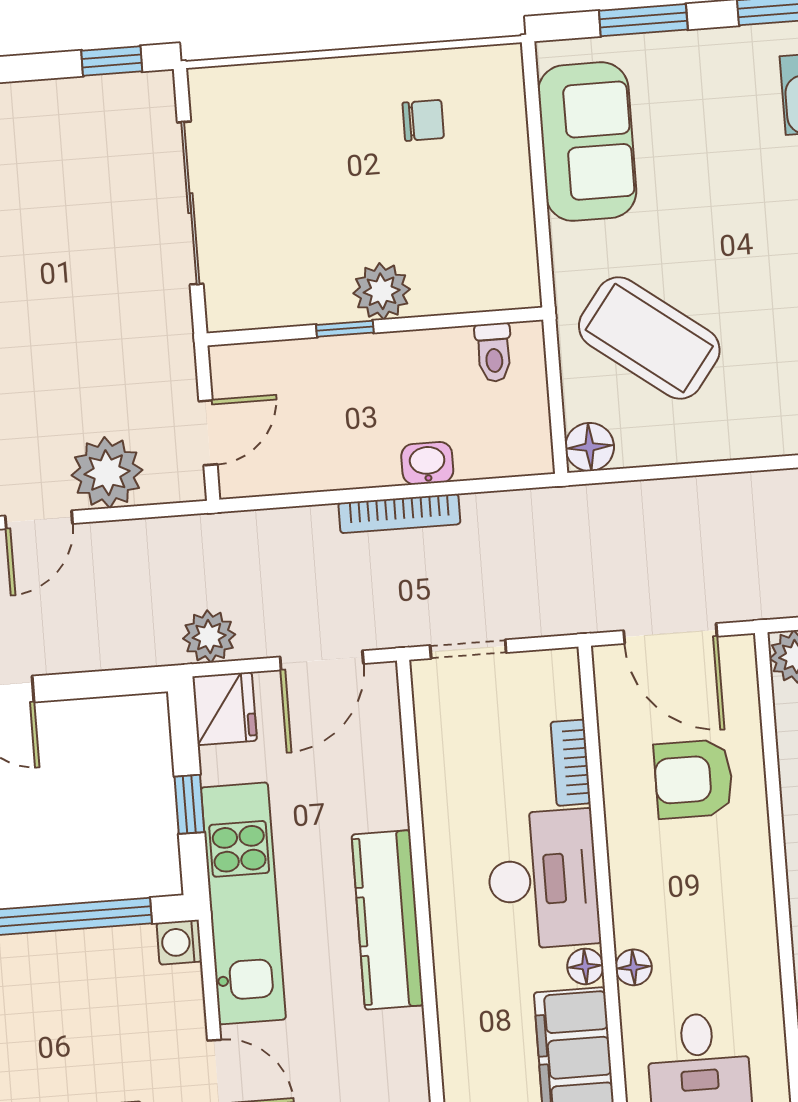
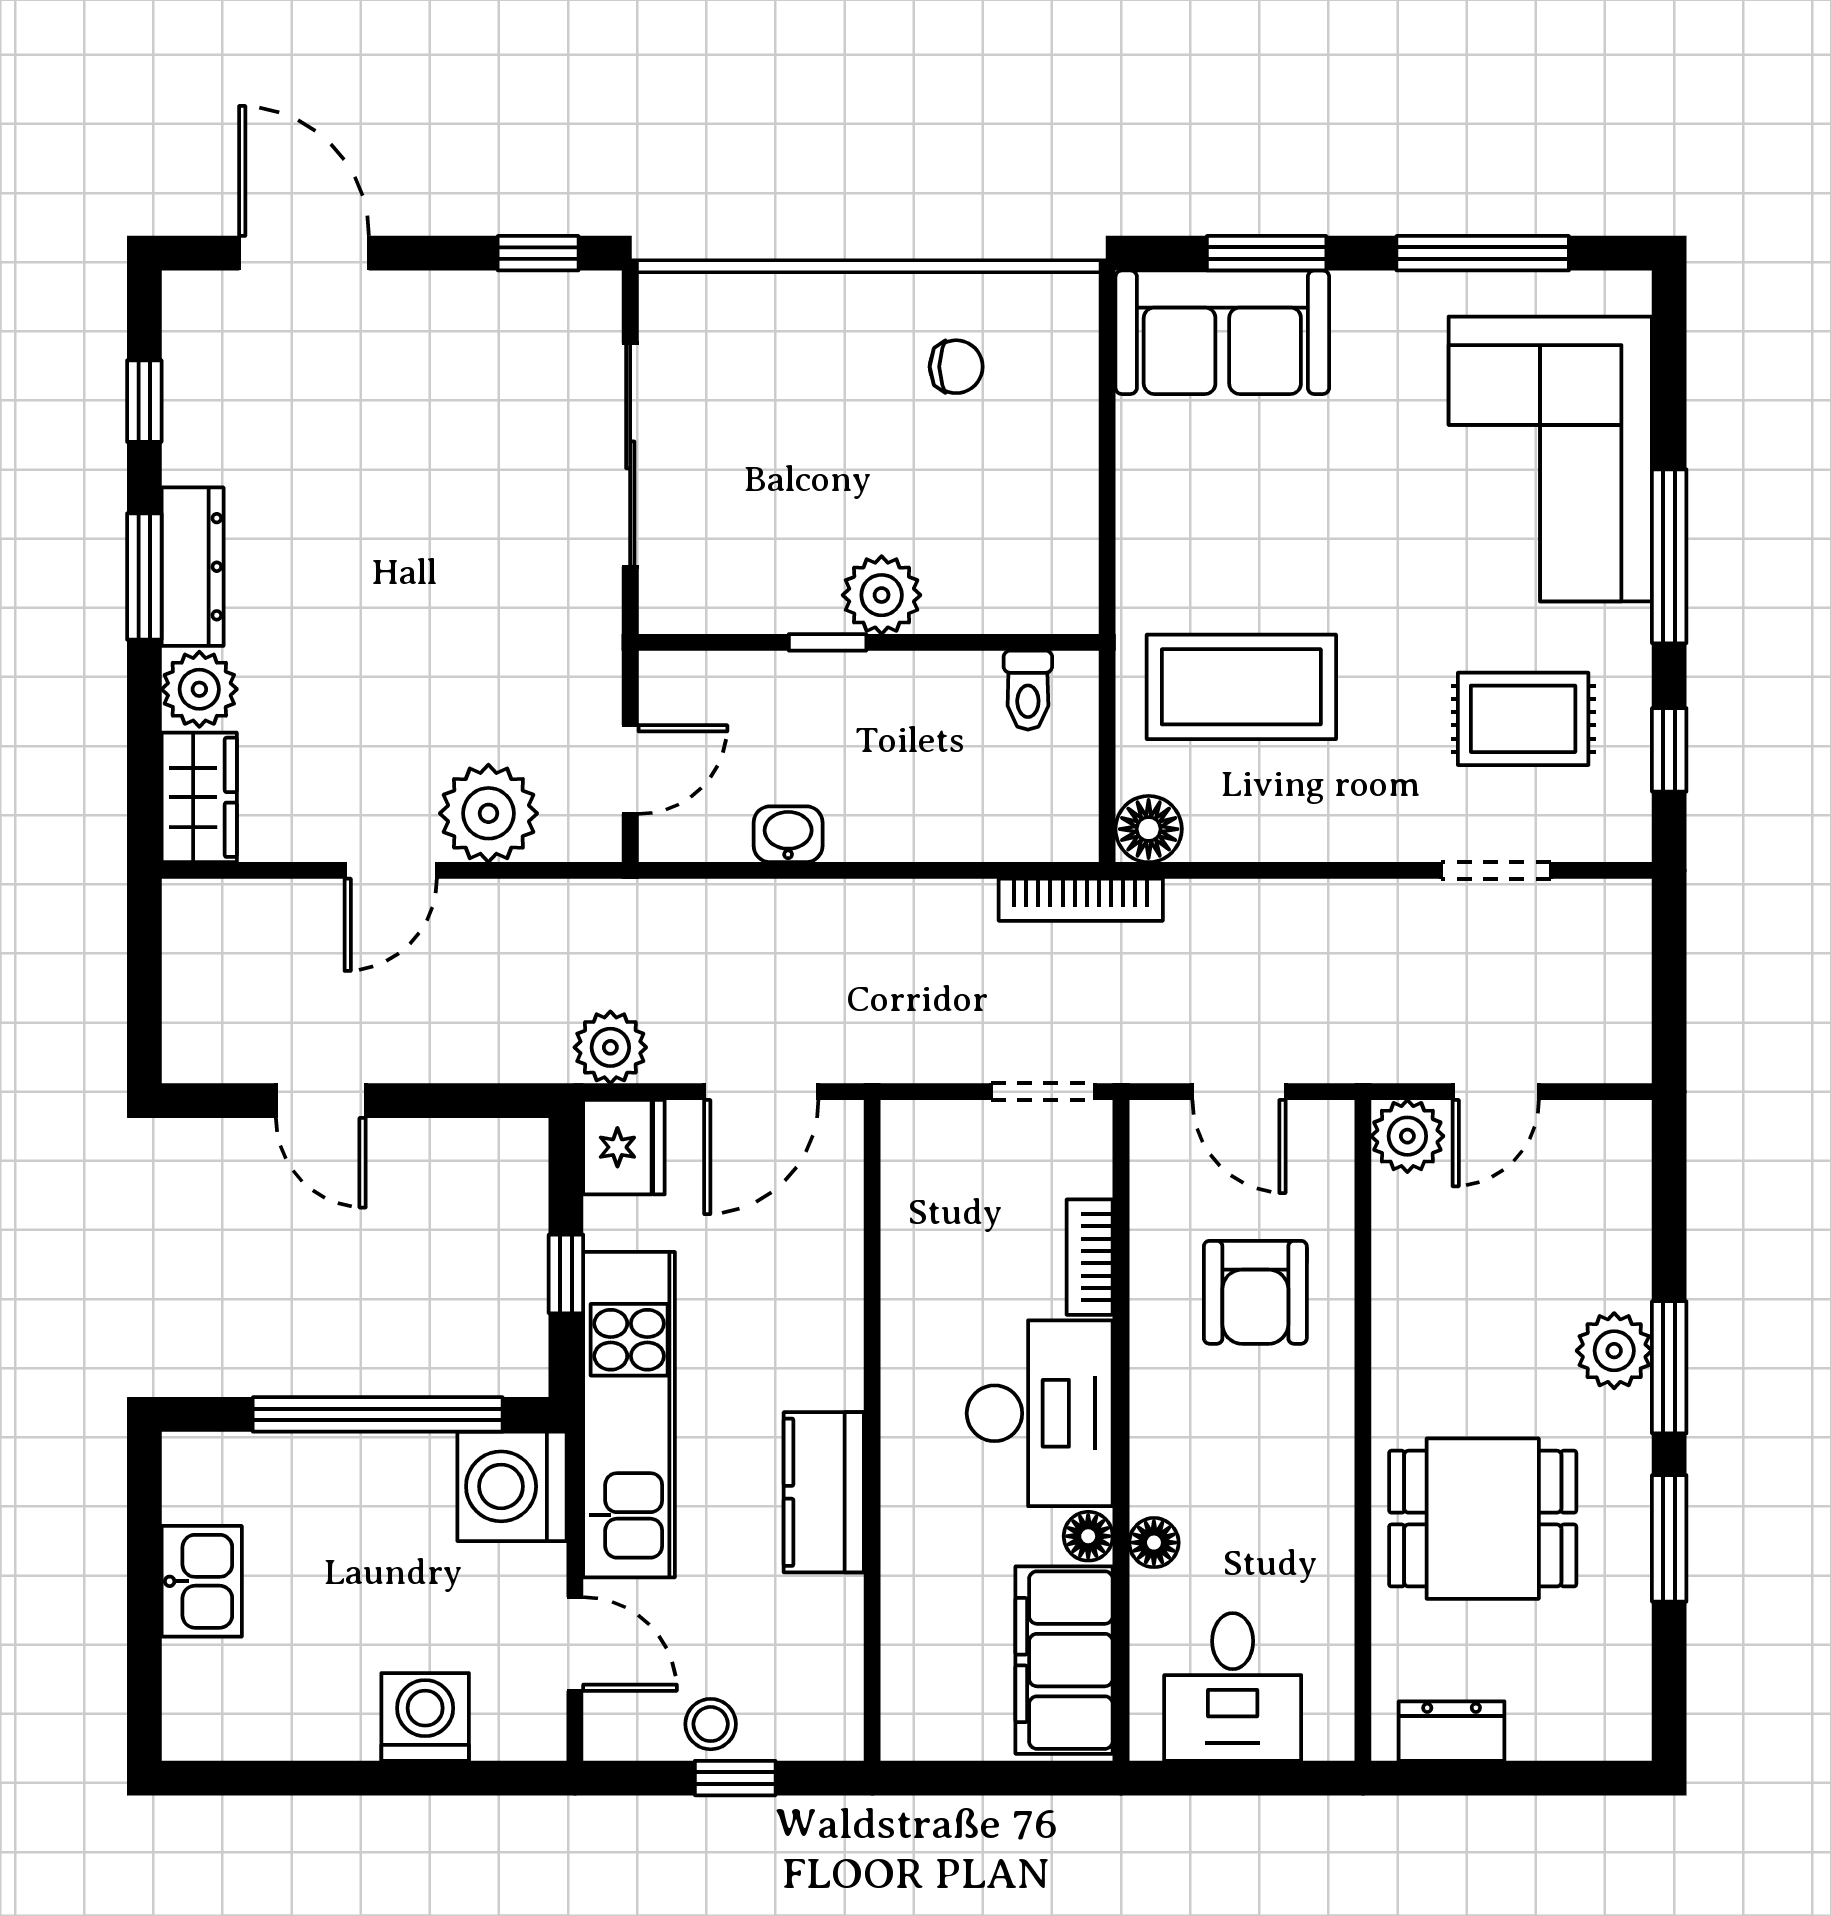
sofa: (587, 142) -> (1222, 332), moved, turned 90
coffee table: (649, 338) -> (1241, 687), turned -37
washbasin: (427, 463) -> (788, 834), moved
bookcase: (399, 514) -> (1081, 900), moved
door: (670, 634) -> (1239, 1092), width x0.73
doorway: (468, 649) -> (1043, 1092), moved
armchair: (693, 779) -> (1255, 1292), turned -90
kitchen counter: (388, 920) -> (824, 1492), width x0.67
washing machine: (179, 942) -> (512, 1486), width x1.89, depth x1.89

